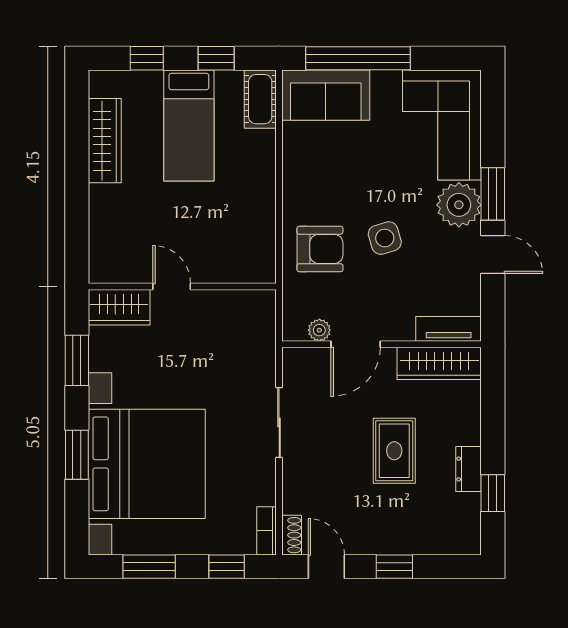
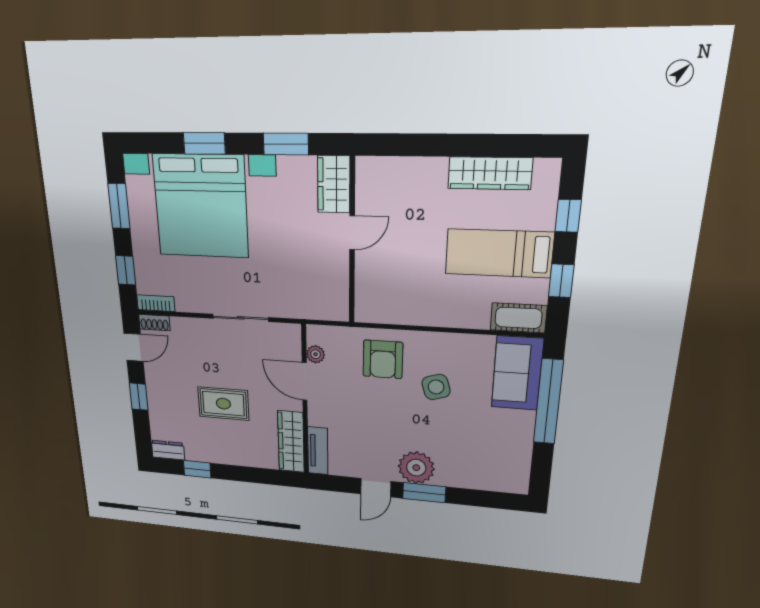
corner sofa: (442, 125) -> (484, 462), removed
side table: (385, 238) -> (436, 387), moved
dresser: (469, 469) -> (168, 450), moved

